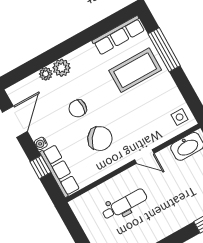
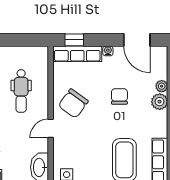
chair: (100, 139) -> (73, 103), moved
window: (40, 167) -> (74, 40), moved

